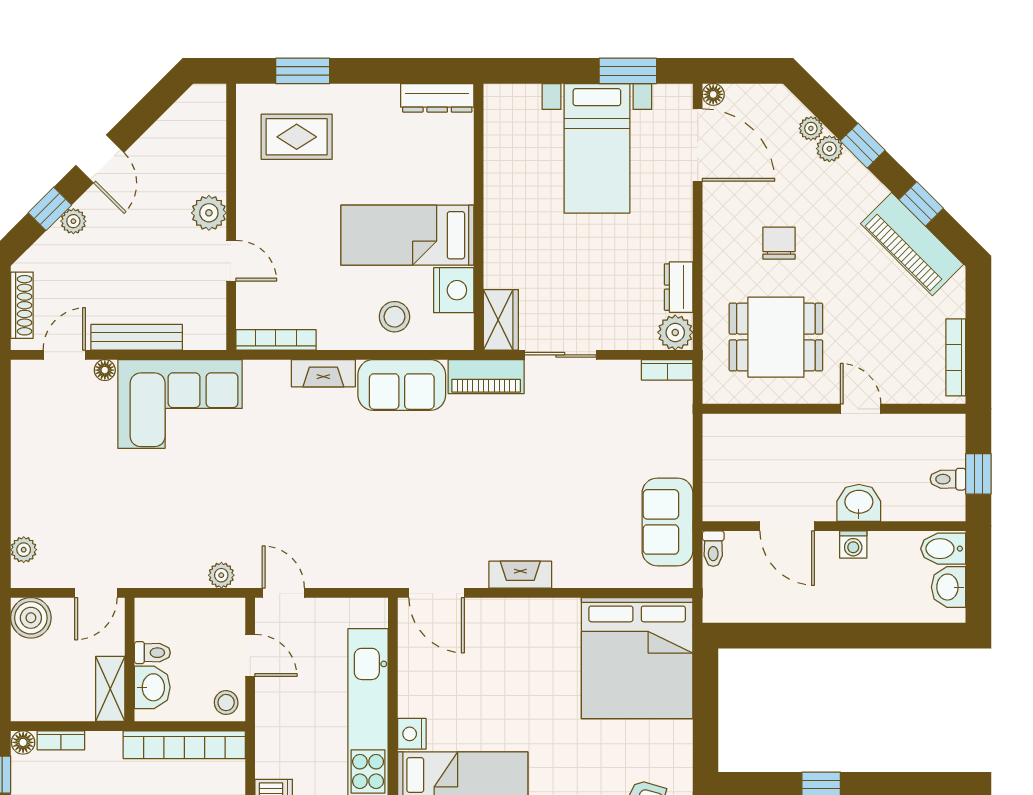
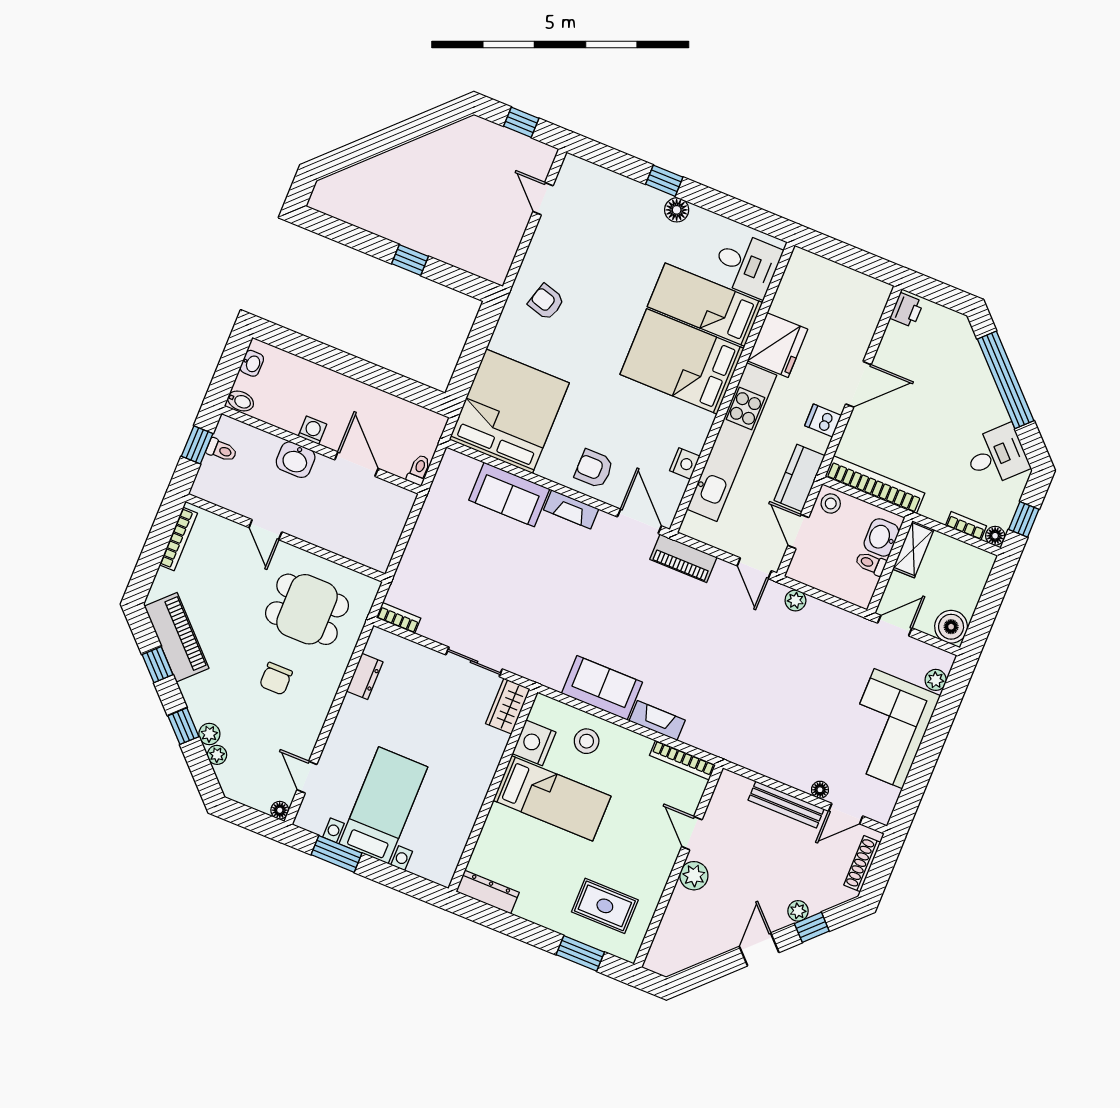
door: (698, 145) -> (307, 777), width x0.53
plant: (675, 332) -> (381, 643), removed
piano: (486, 377) -> (683, 558), moved, turned 180
corner sofa: (180, 404) -> (888, 729), moved, turned -90
sofa: (667, 522) -> (509, 495), moved, turned 90
bidet: (943, 549) -> (241, 401), width x0.72, depth x0.74
washbasin: (949, 587) -> (252, 363), width x0.72, depth x0.69
armchair: (513, 632) -> (594, 469), added
kitchen counter: (274, 717) -> (800, 478), added
nightstand: (412, 734) -> (685, 463), moved

